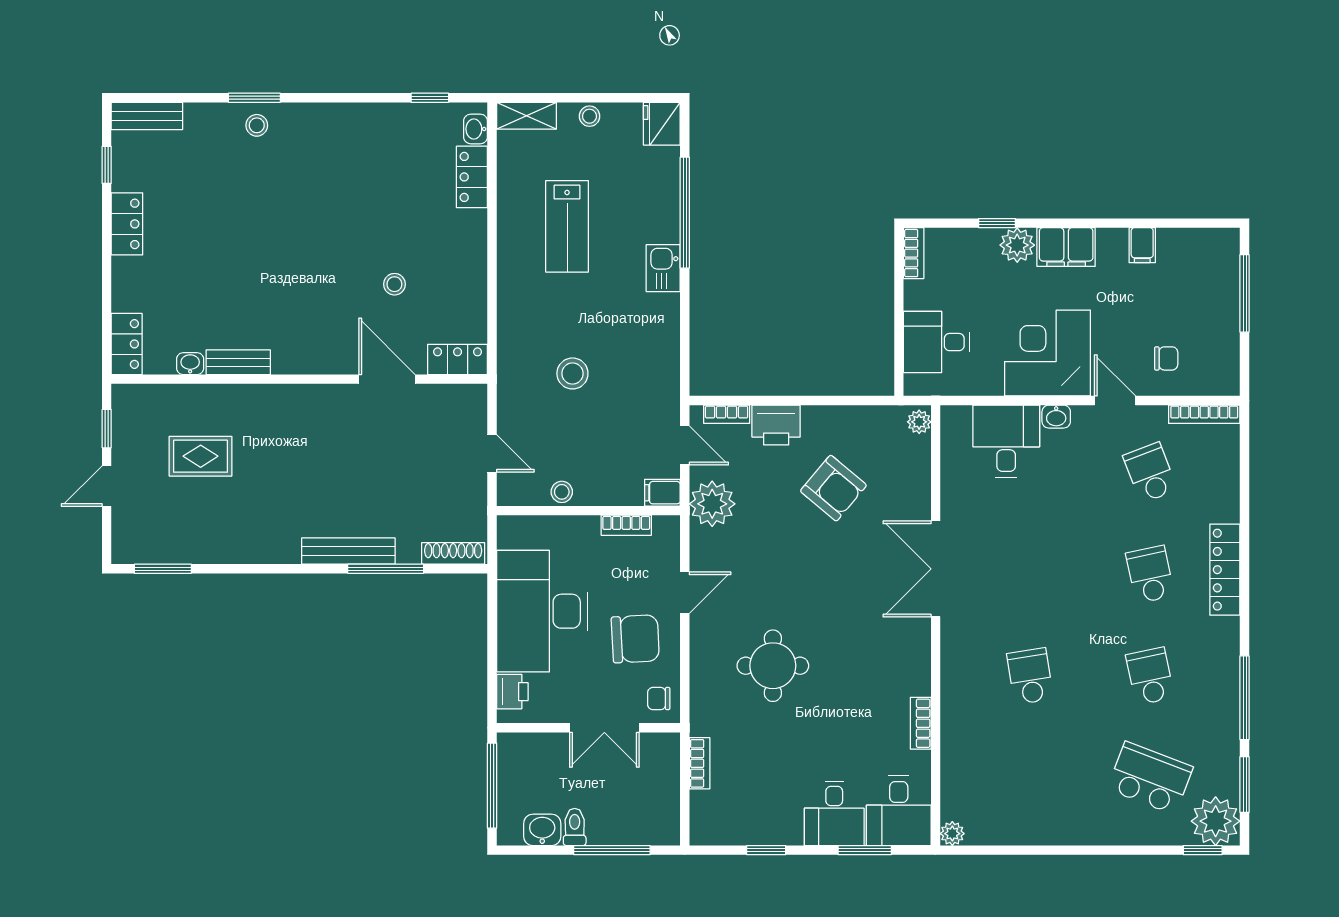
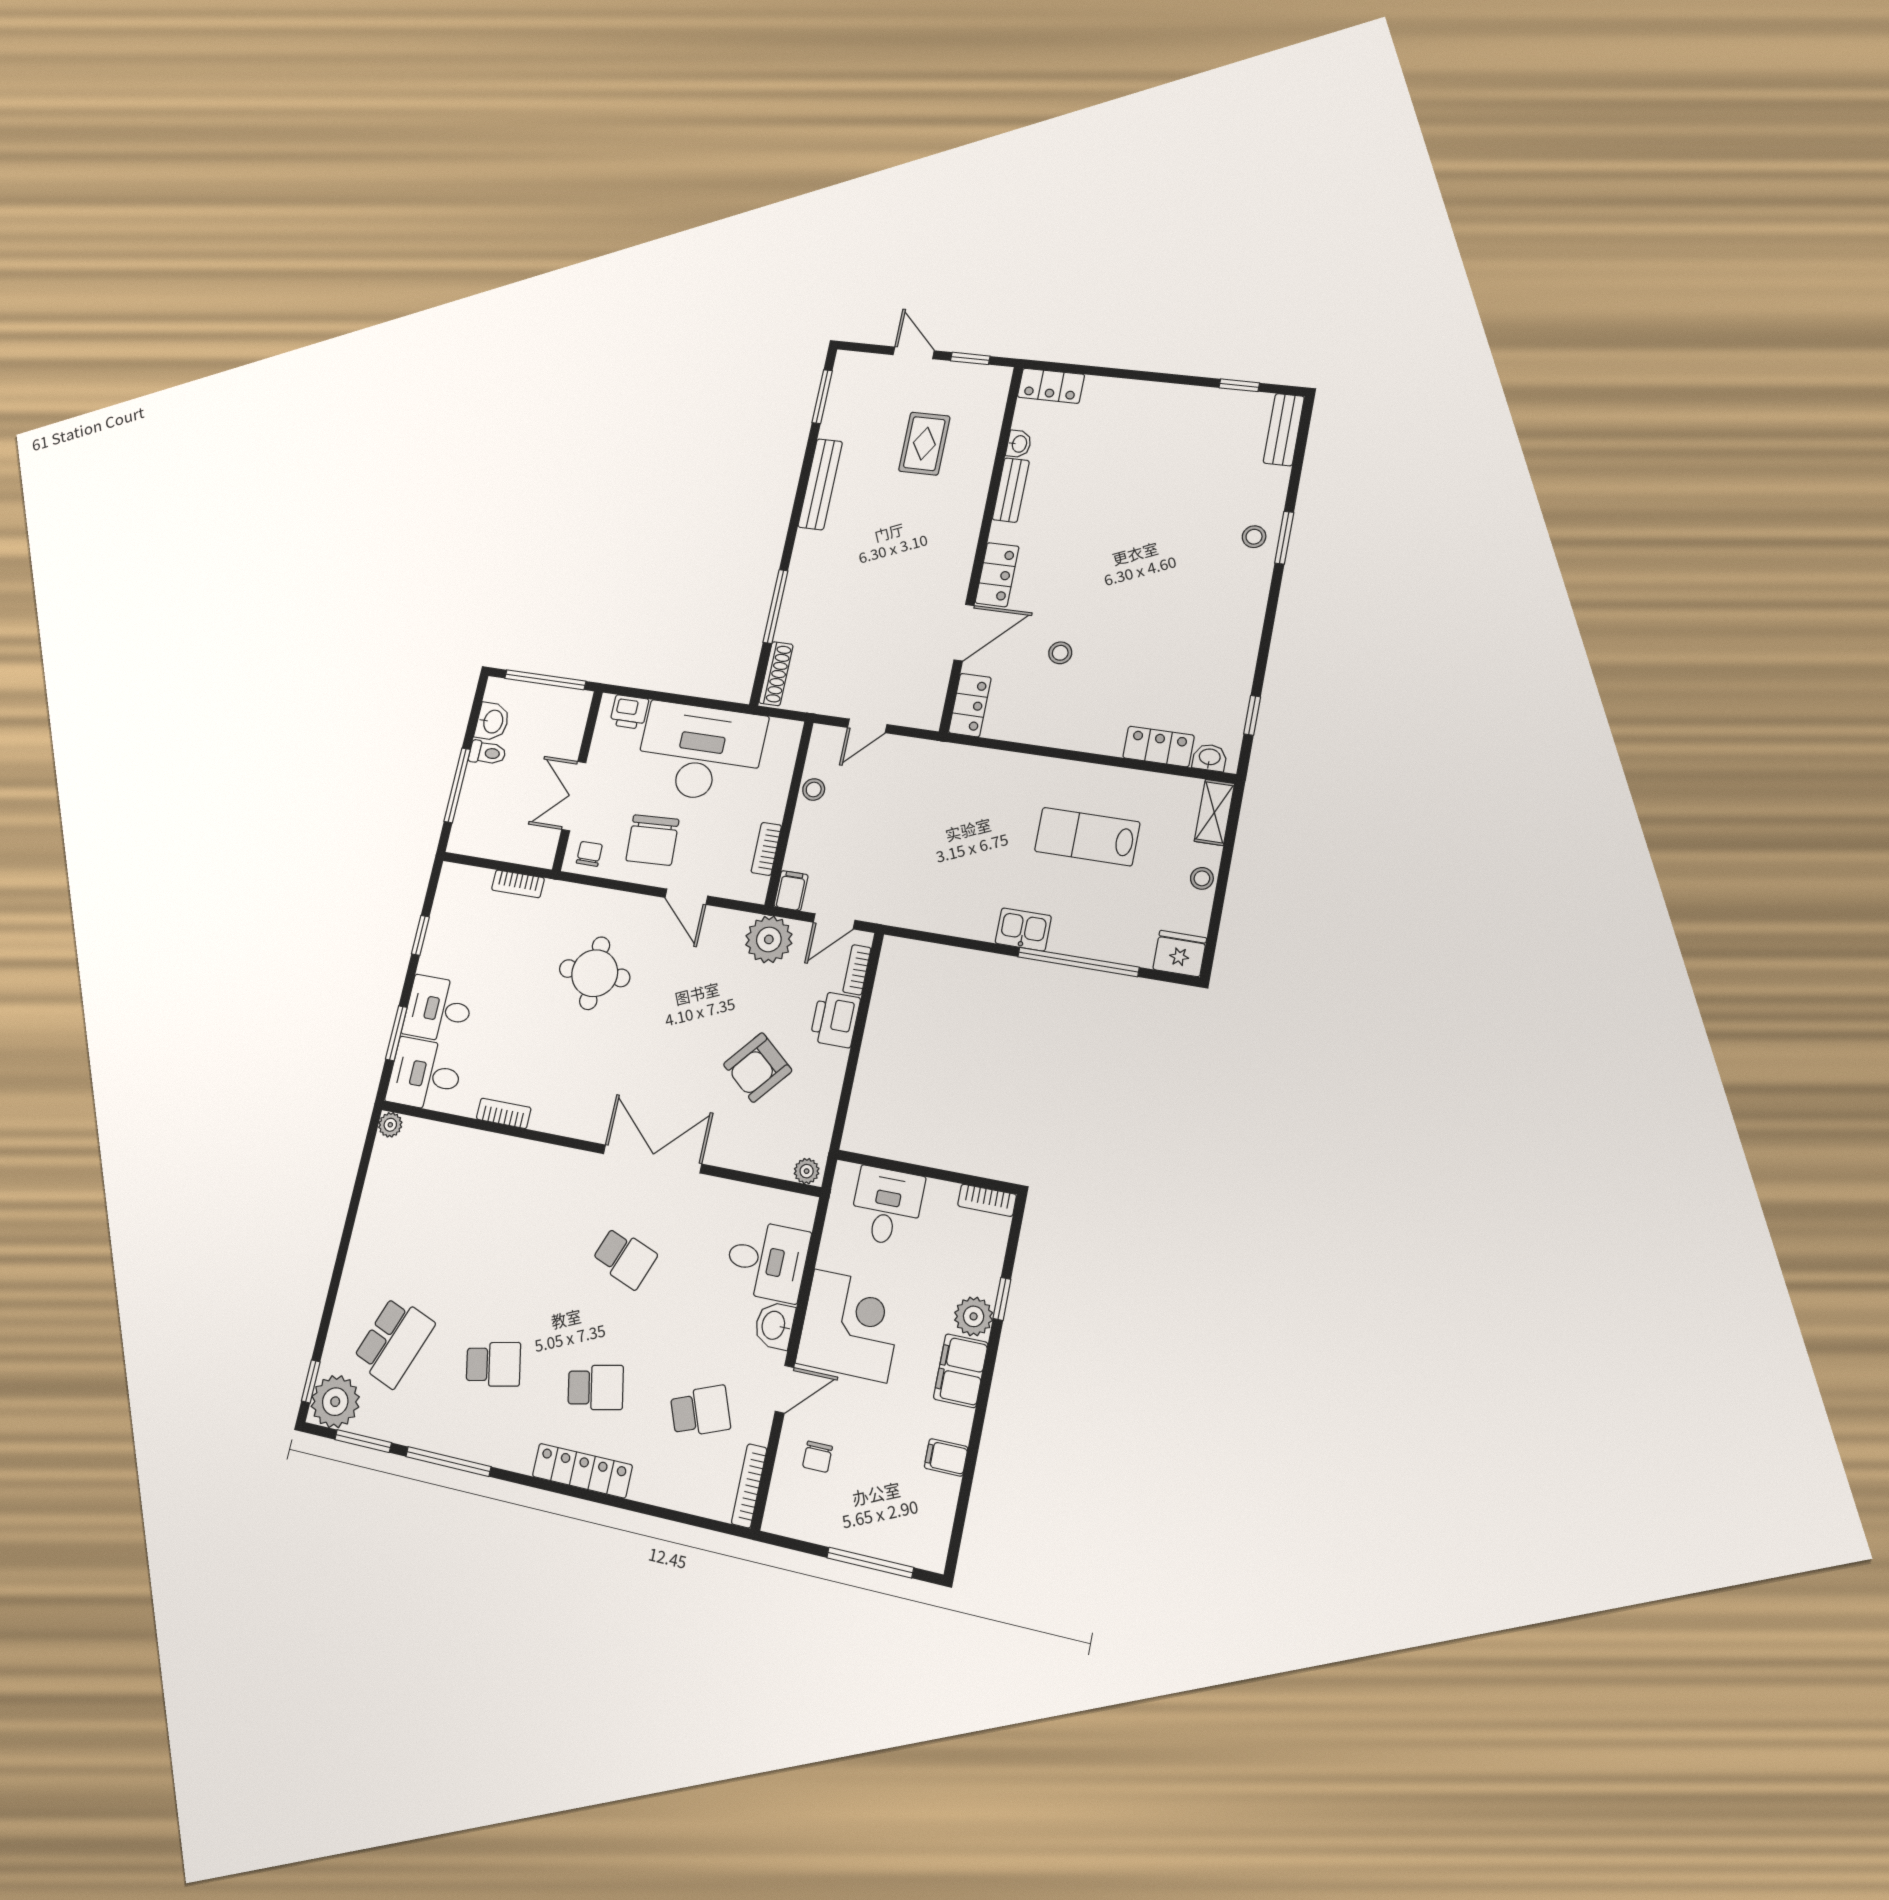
locker: (127, 224) -> (997, 575), moved, turned -90
stool: (572, 373) -> (932, 819), removed
washbasin: (1056, 417) -> (774, 1325), width x1.38, depth x1.45
bench: (348, 551) -> (820, 484), moved
school desk: (1030, 676) -> (625, 1258), moved, turned 30

